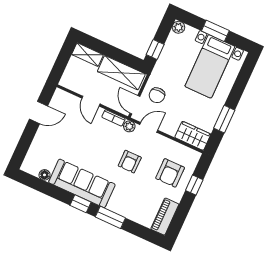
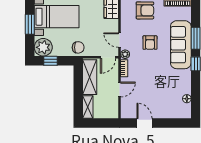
plant: (178, 27) -> (43, 47), width x1.87, depth x1.87
window: (155, 49) -> (50, 61), moved
chair: (157, 95) -> (78, 47), moved
armchair: (130, 162) -> (150, 43), turned 90
sofa: (82, 183) -> (181, 45), moved

